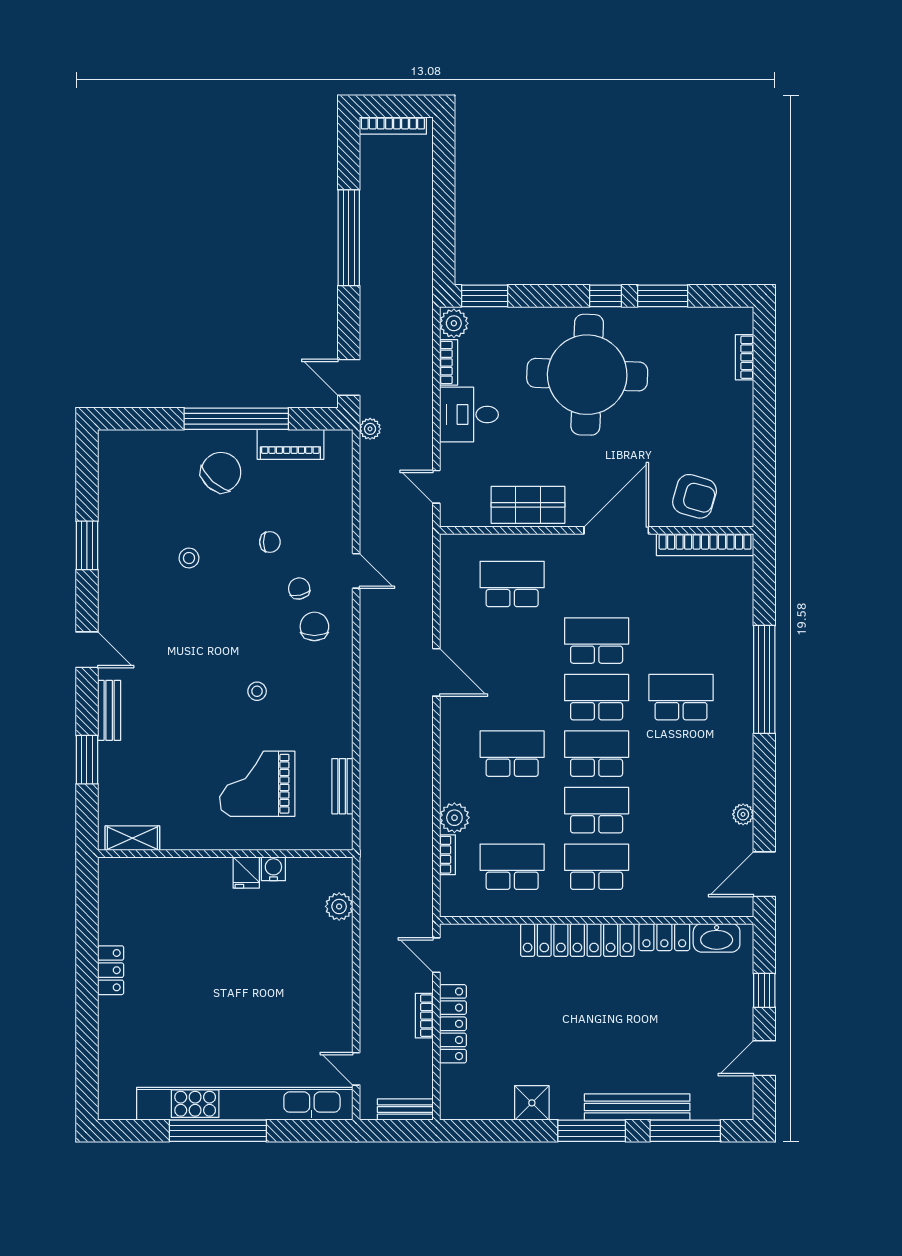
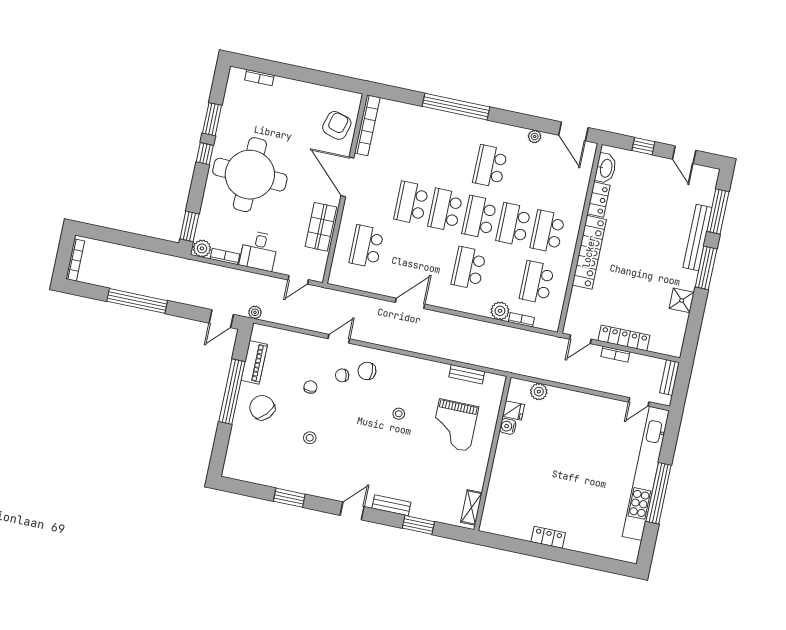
school desk: (681, 697) -> (490, 166), moved
fridge: (246, 872) -> (513, 410), moved

